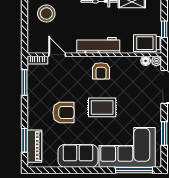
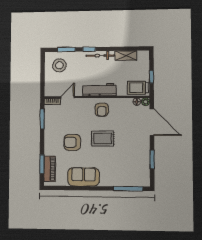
door: (57, 55) -> (68, 97), hinge flipped
armchair: (63, 113) -> (72, 142), turned 180
corner sofa: (127, 147) -> (122, 170), removed

